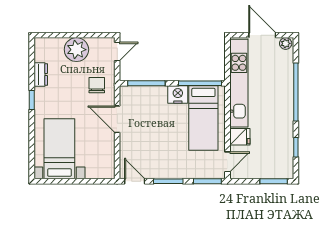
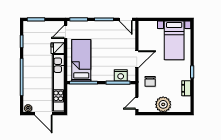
nightstand: (178, 94) -> (121, 75), moved
door: (117, 119) -> (137, 59), hinge flipped

